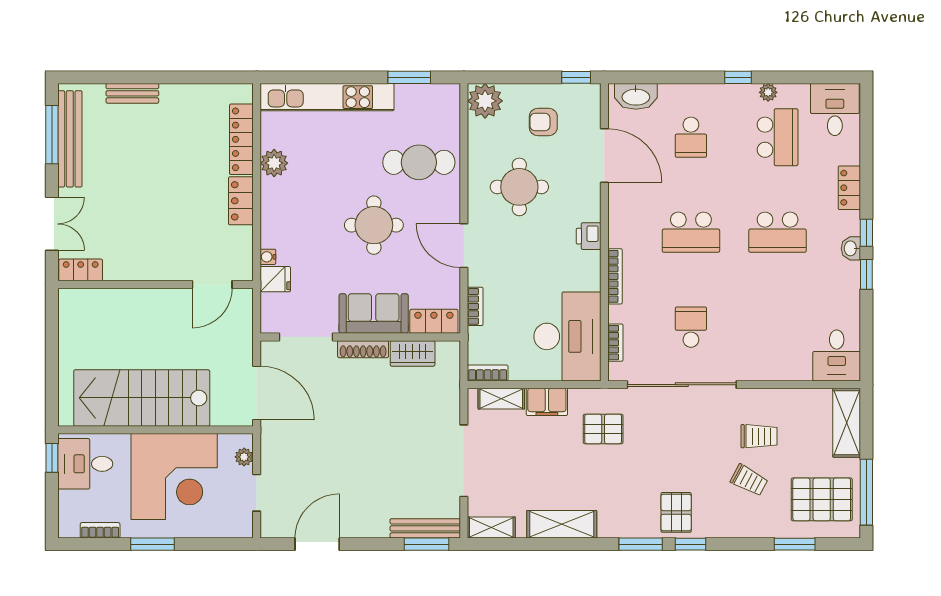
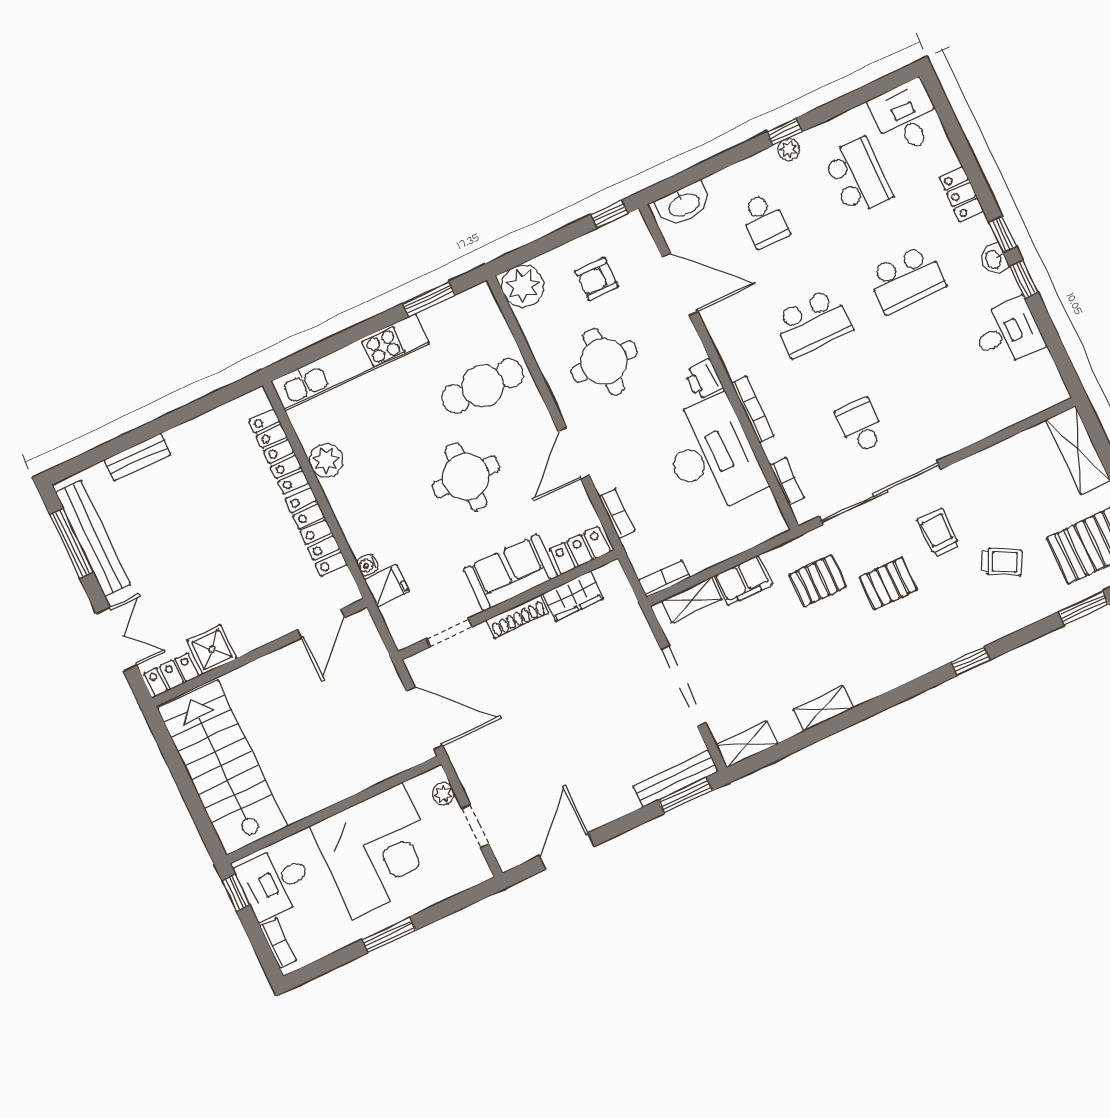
plant: (768, 92) -> (789, 149), moved
locker: (241, 201) -> (316, 532), width x1.53
door: (464, 246) -> (574, 453), hinge flipped
shower: (120, 265) -> (212, 650), added
desk: (567, 336) -> (711, 455), moved
doorway: (306, 337) -> (449, 632), width x0.73
desk: (837, 355) -> (1007, 333), moved, turned -90
stairs: (142, 398) -> (222, 768), moved, turned 90
trolley: (759, 436) -> (938, 533), moved, turned -90
pallet: (676, 512) -> (888, 583), moved, turned 90
shelving: (562, 524) -> (823, 709), width x0.67, depth x0.75
bookcase: (100, 530) -> (278, 943), moved, turned 90
window: (641, 544) -> (917, 686), removed

